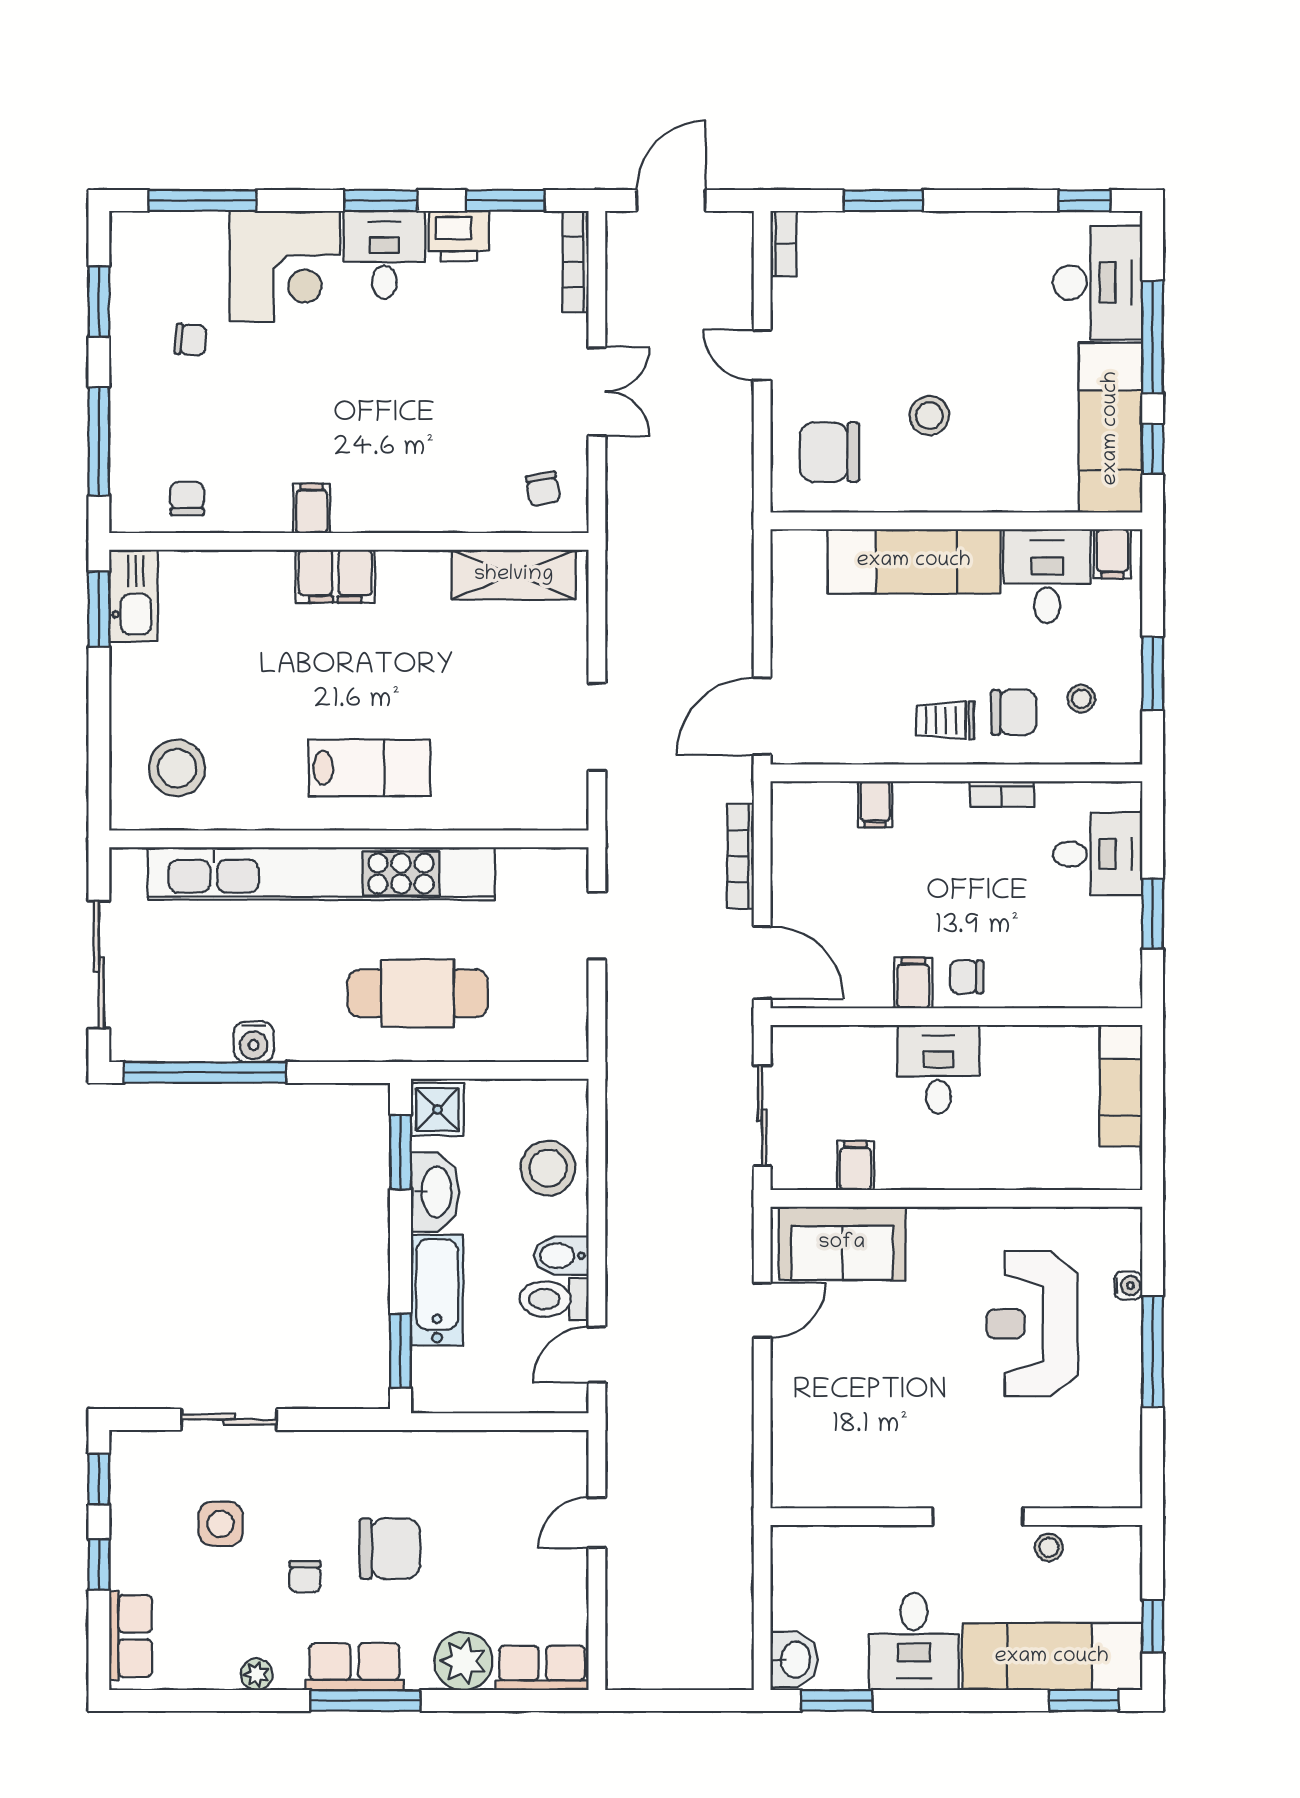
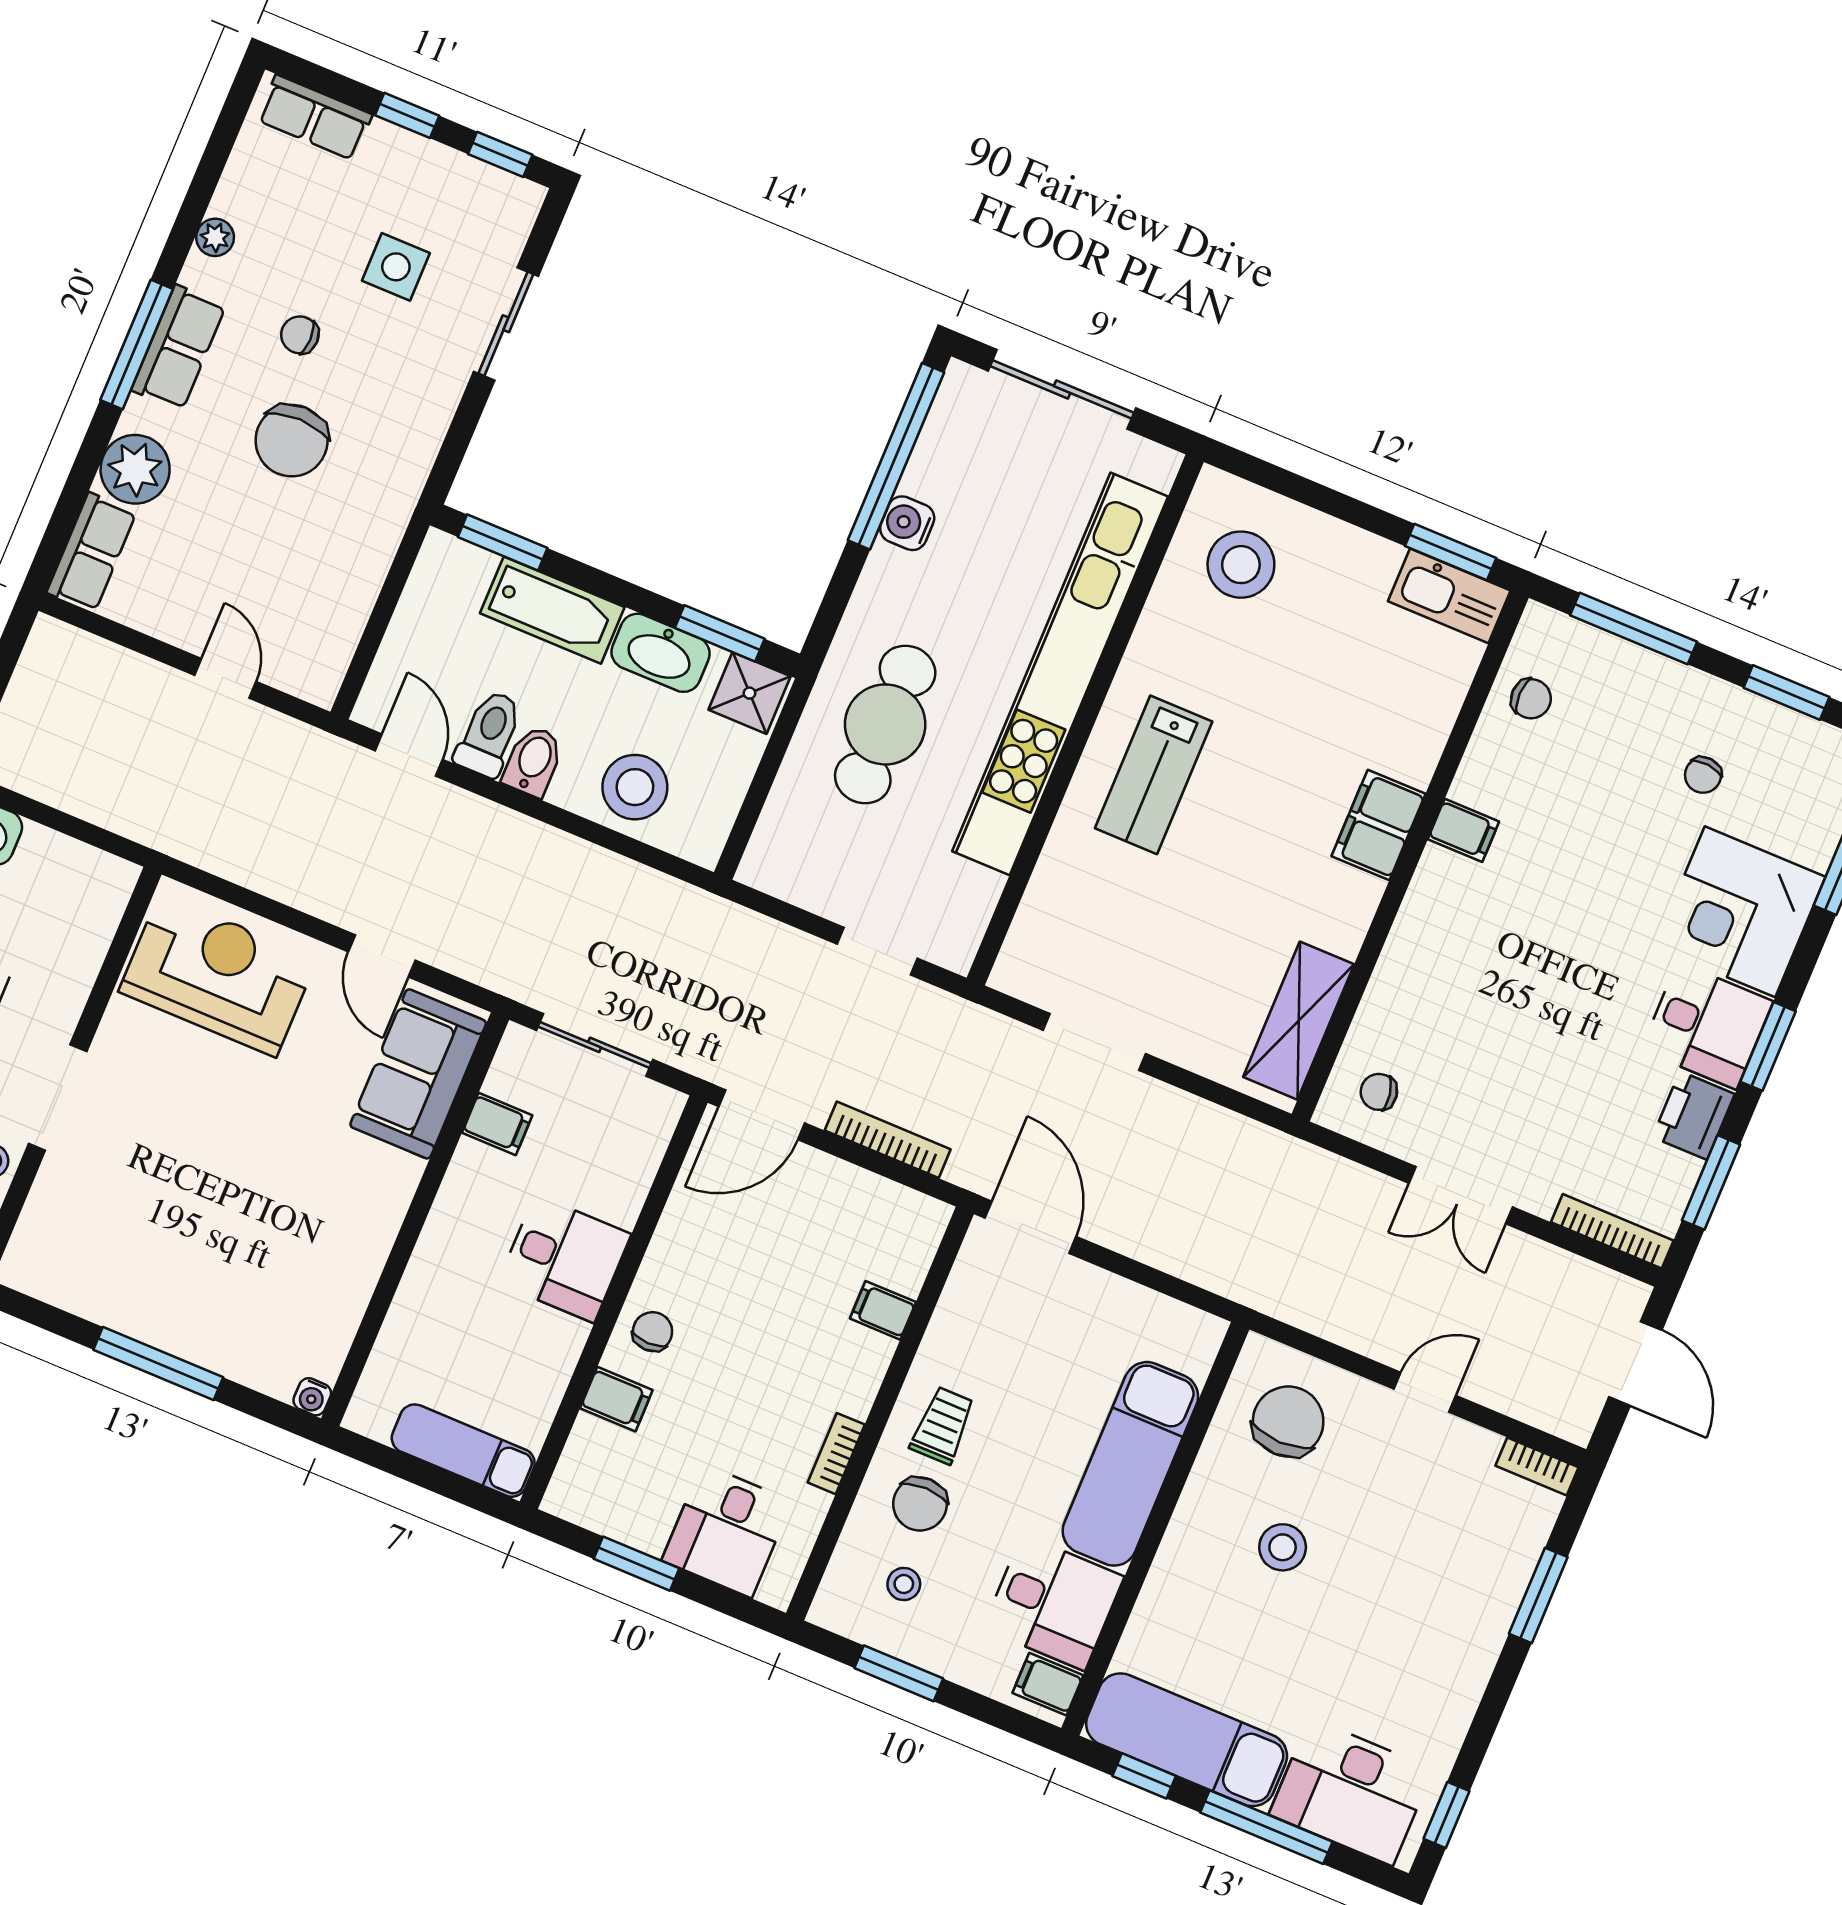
filing cabinet: (913, 983) -> (616, 1399), moved
water cooler: (1128, 1286) -> (312, 1397), moved
reception desk: (1032, 1324) -> (218, 975), moved

